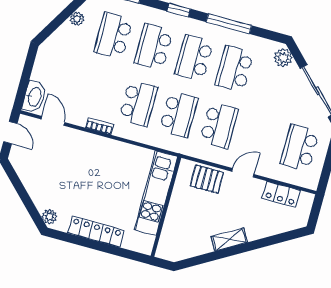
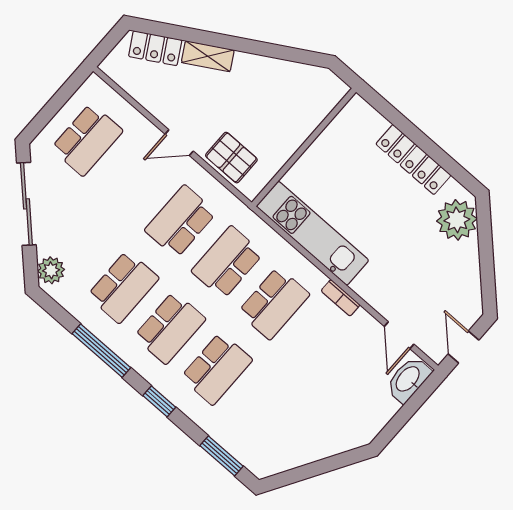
plant: (77, 19) -> (301, 456), removed
school desk: (113, 36) -> (263, 410), removed
school desk: (138, 103) -> (274, 303), turned 180
kitchen unit: (156, 193) -> (312, 233), moved, turned -90
locker: (281, 194) -> (155, 48), moved, turned 150
plant: (49, 217) -> (457, 220), width x1.88, depth x1.88
shelving: (229, 239) -> (208, 56), moved

